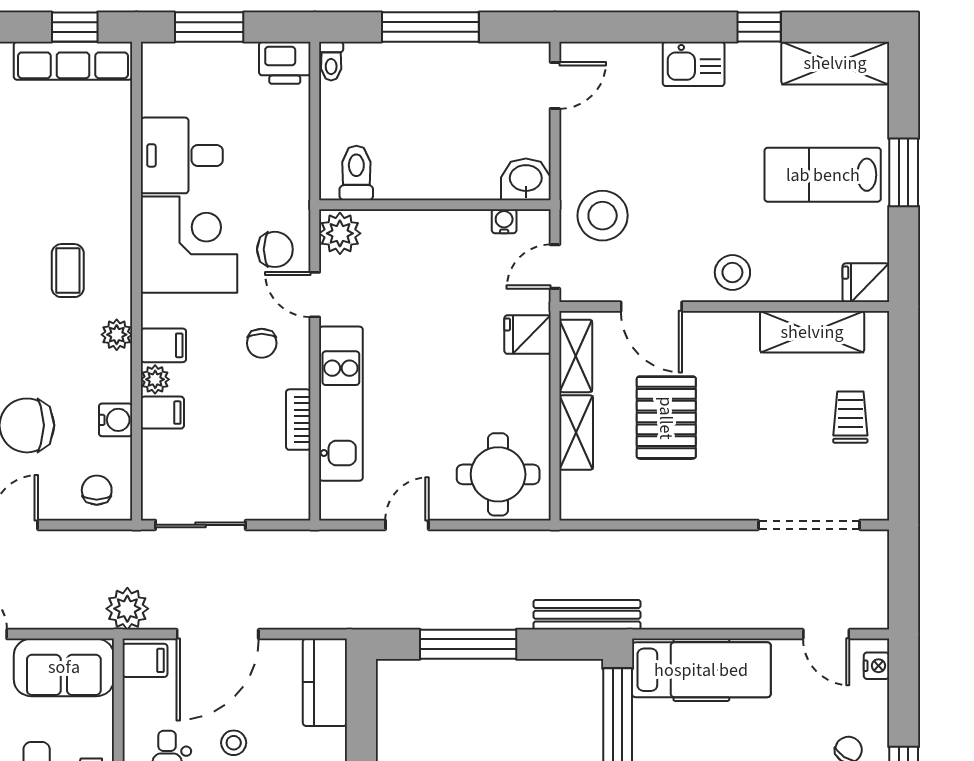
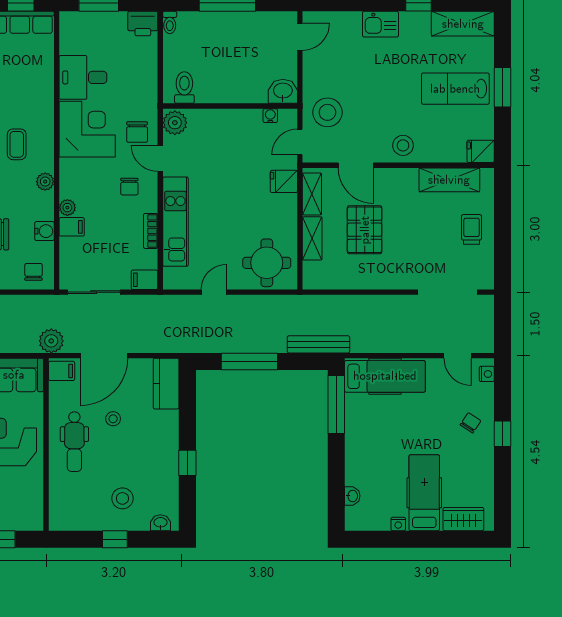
chair: (275, 249) -> (137, 132), turned 90
filing cabinet: (163, 345) -> (145, 280), moved, turned 180

